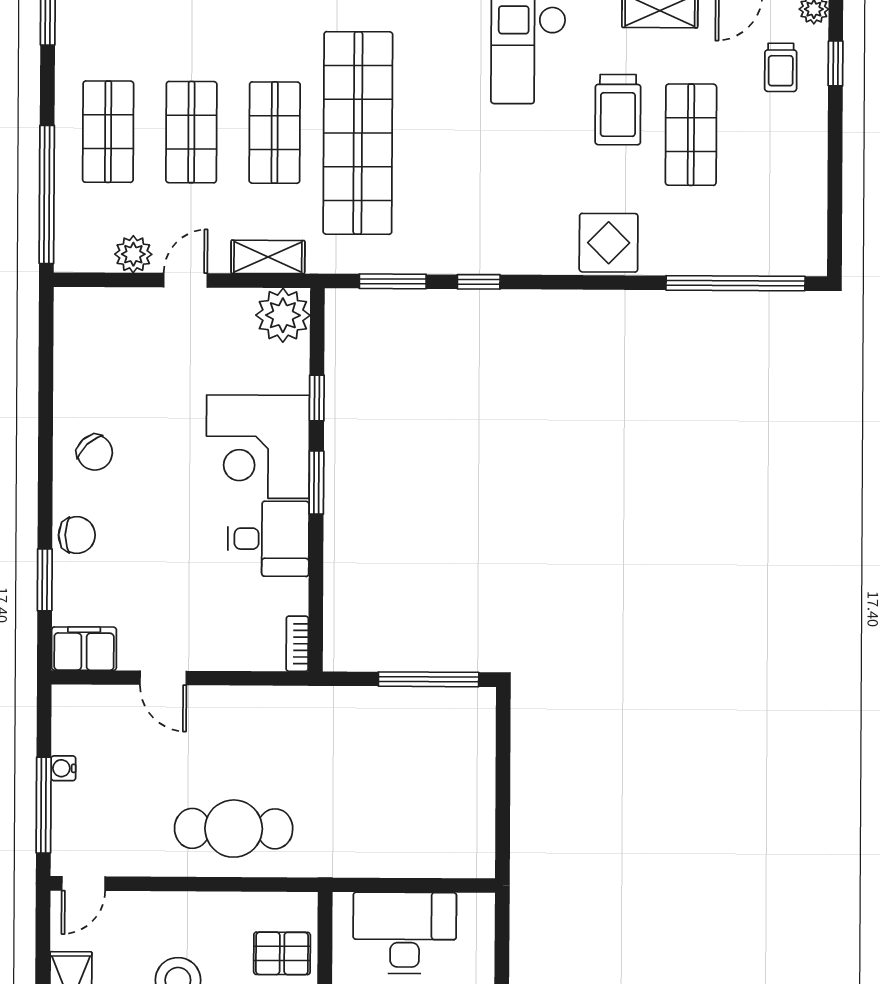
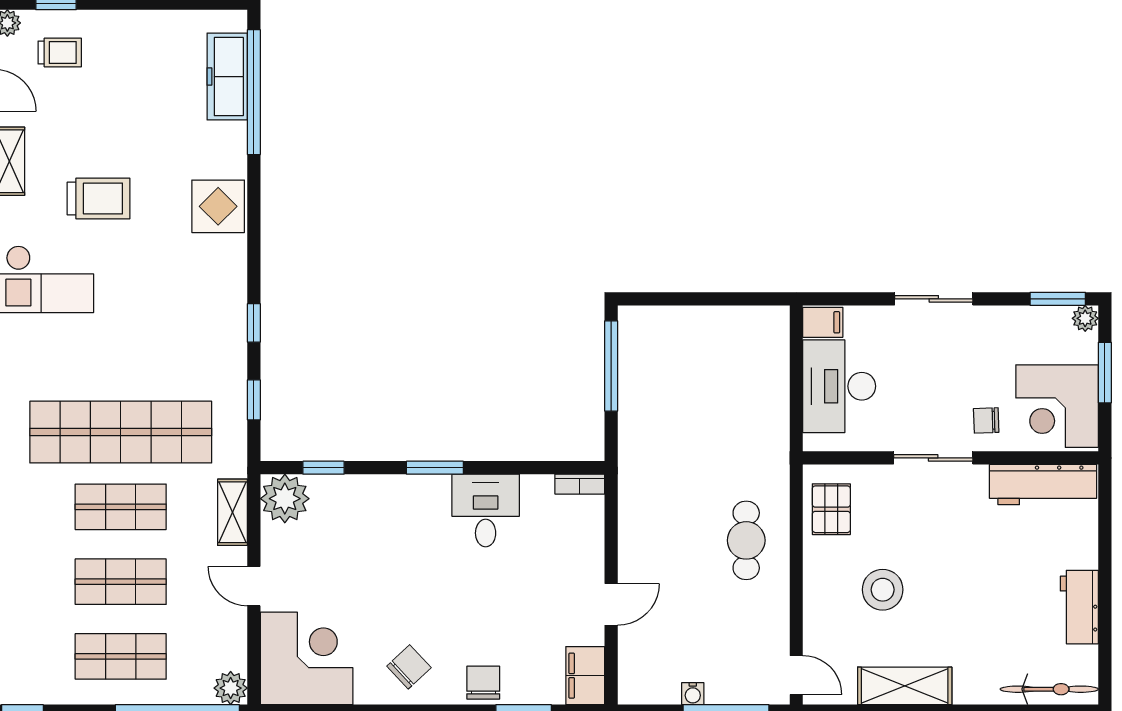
shop shelf: (691, 135) -> (121, 133), removed
plant: (133, 254) -> (231, 688), moved
freezer: (753, 254) -> (227, 77), added
window: (393, 281) -> (254, 400), width x0.67
window: (317, 398) -> (324, 468), moved
corner desk: (258, 447) -> (307, 658), moved, turned -90
cafe table: (234, 829) -> (746, 540), width x0.73, depth x0.74
filing cabinet: (476, 915) -> (823, 322), added
pallet: (282, 953) -> (831, 509), moved

